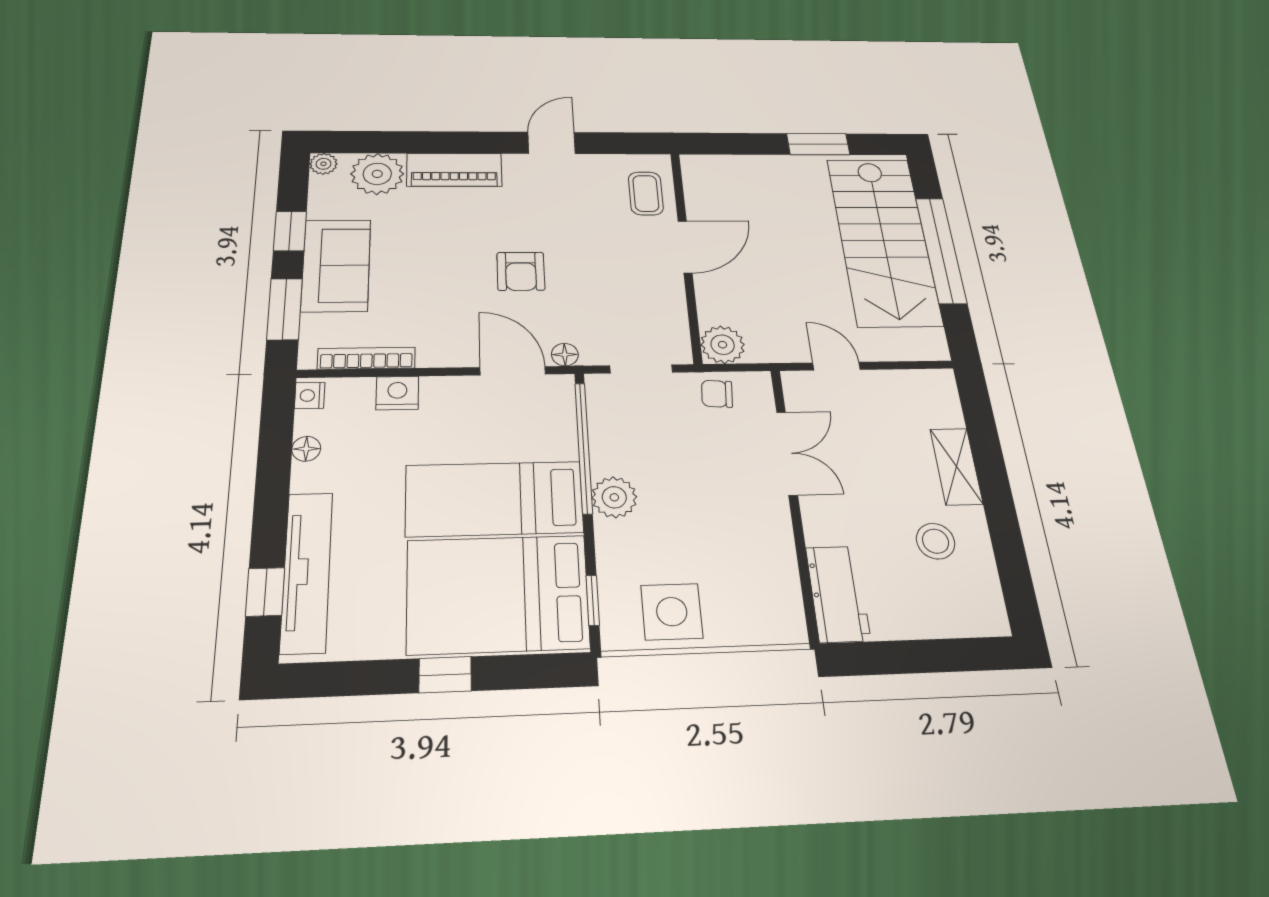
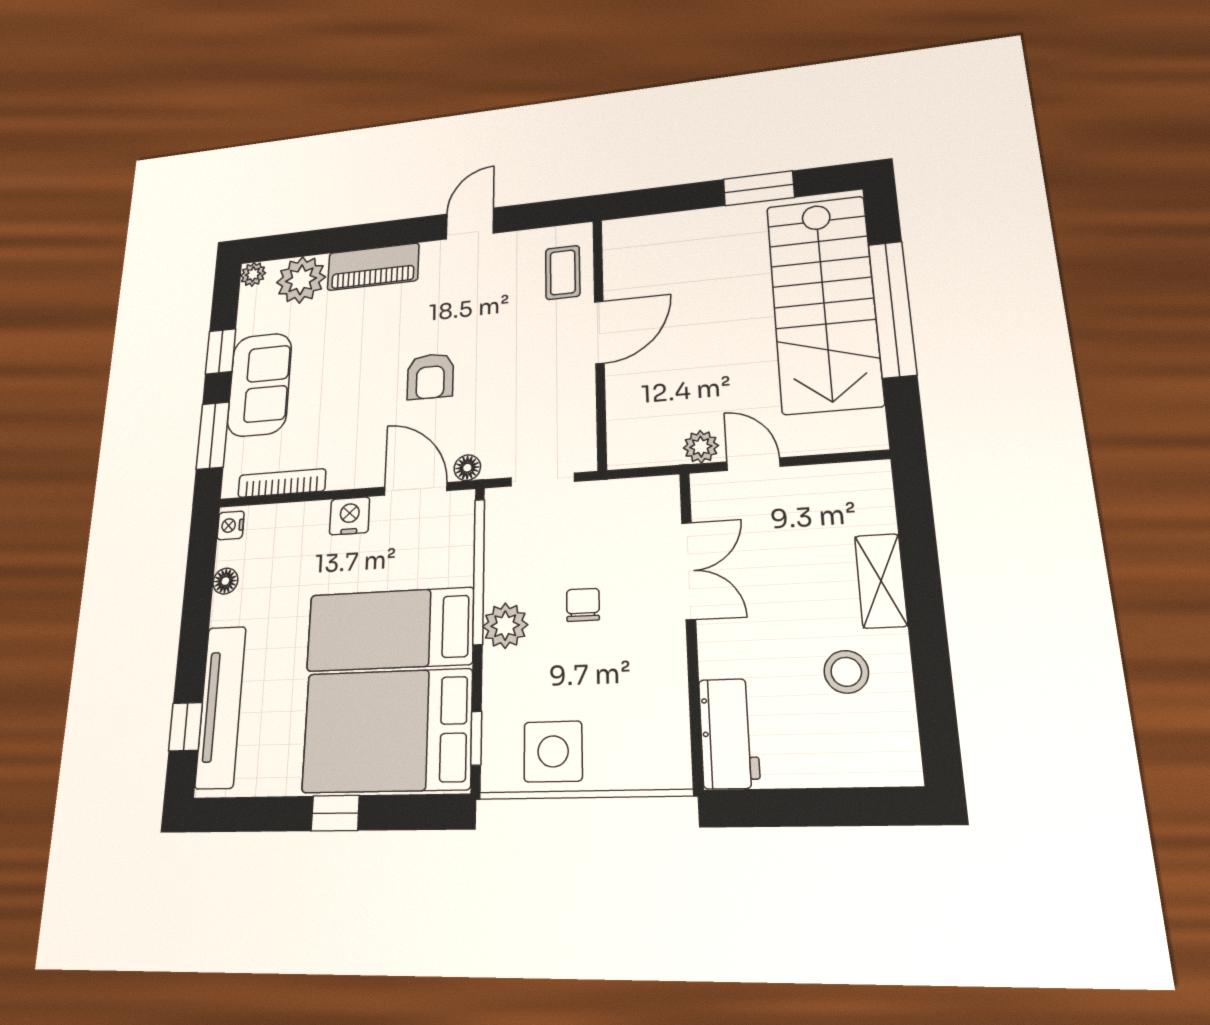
plant: (723, 345) -> (701, 447), moved, width x0.73, depth x0.73
nightstand: (397, 393) -> (350, 516), moved
chair: (717, 394) -> (583, 605), moved, turned 86

